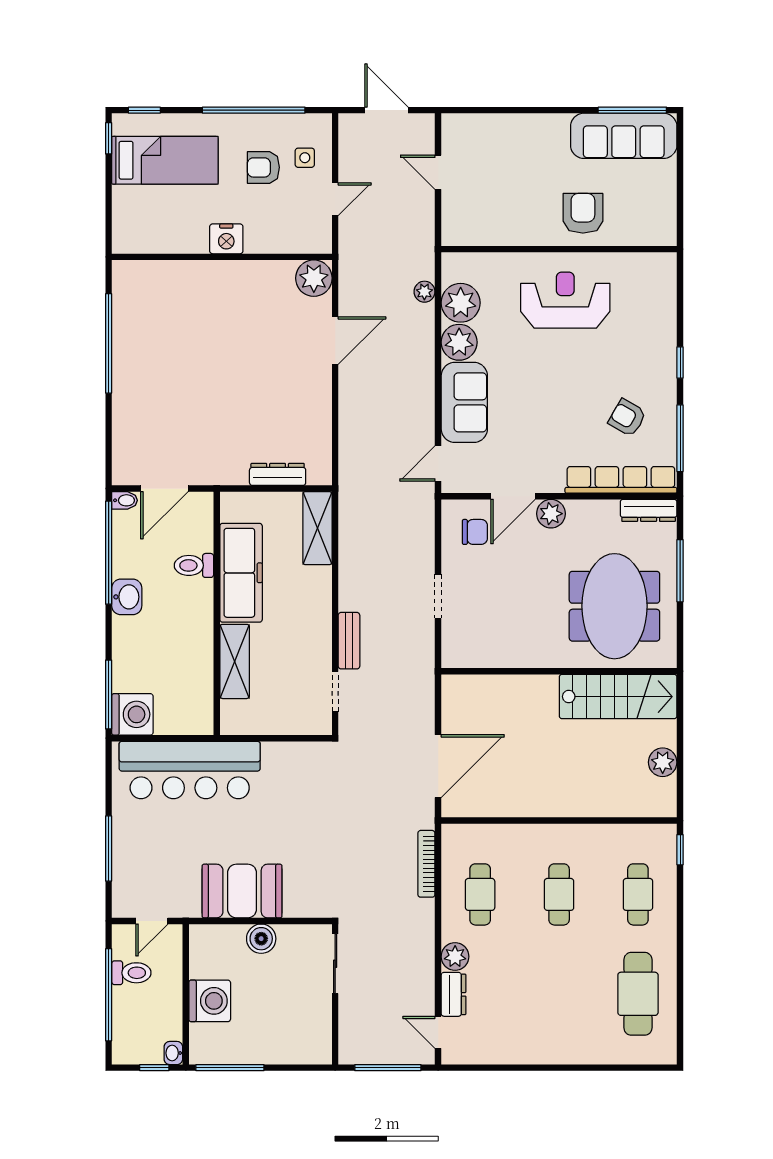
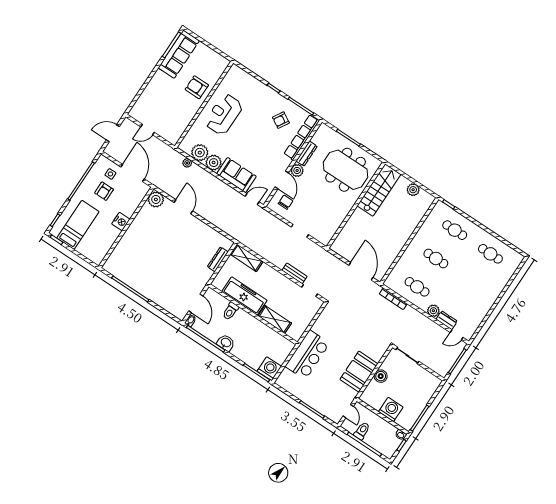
door: (335, 199) -> (133, 173), width x1.88
door: (438, 464) -> (252, 199), swing flipped
dresser: (649, 510) -> (307, 154), moved
bar counter: (190, 770) -> (307, 355), width x0.73
cafe table: (638, 994) -> (490, 254), width x0.73, depth x0.74

